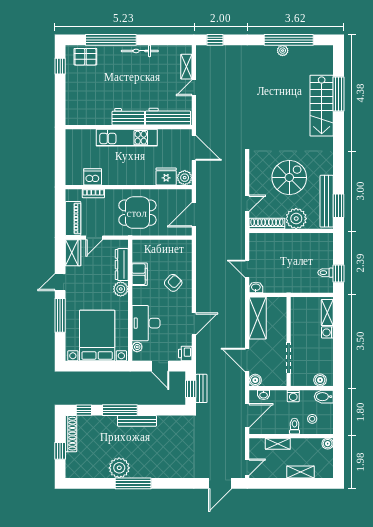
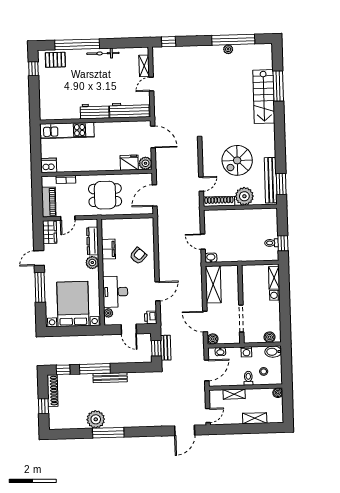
kitchen unit: (127, 138) -> (67, 130), moved
dishwasher: (93, 177) -> (49, 165), moved
spiral stairs: (289, 178) -> (237, 160), turned 180

